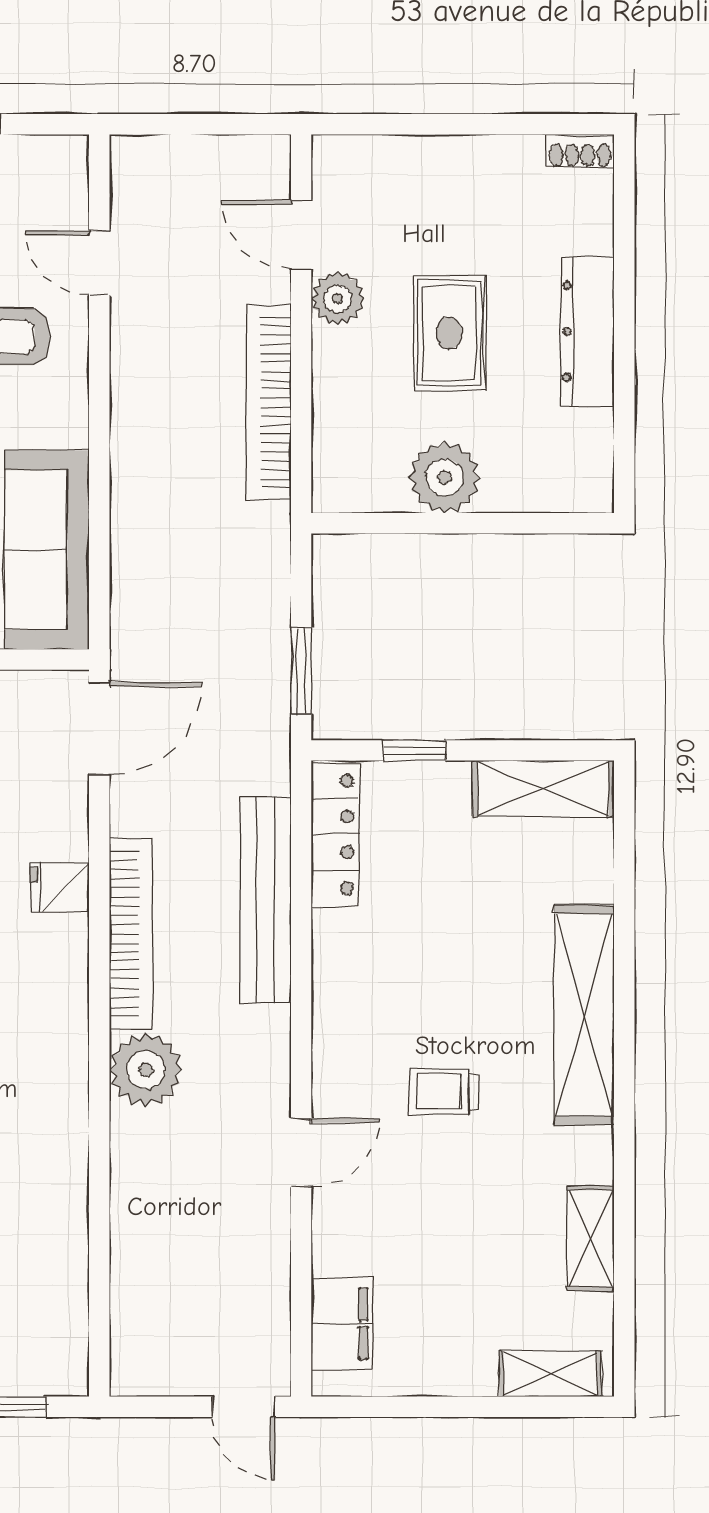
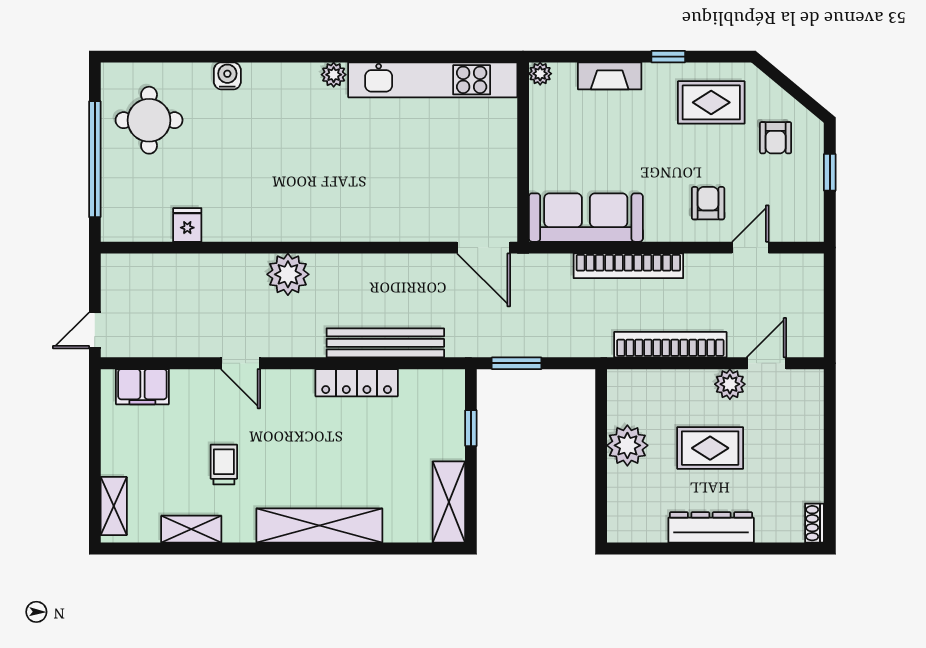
locker: (335, 835) -> (357, 383), moved
fridge: (60, 888) -> (187, 225), moved
bookcase: (131, 934) -> (628, 266), moved
trolley: (444, 1092) -> (224, 464), moved

